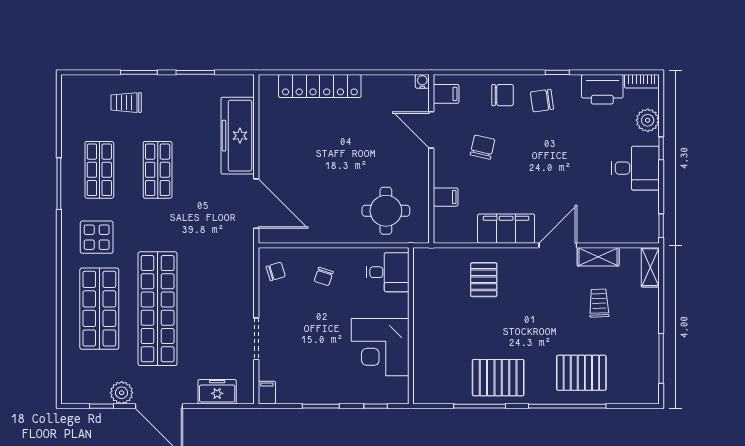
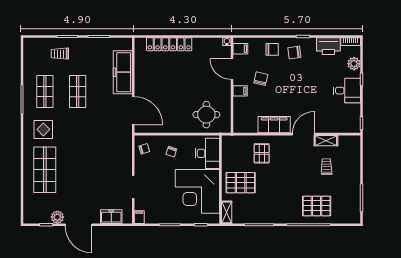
filing cabinet: (446, 197) -> (240, 91), moved
shelving: (650, 267) -> (227, 212), moved
desk: (388, 272) -> (207, 153), width x1.37
shop shelf: (158, 309) -> (78, 170), removed
corner desk: (380, 347) -> (197, 191), width x1.36, depth x1.36
pallet: (498, 378) -> (241, 183), moved

